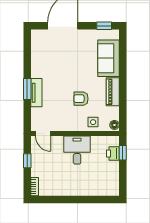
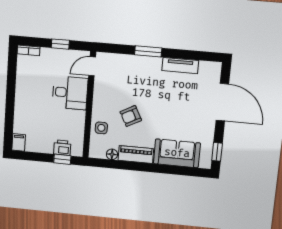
tv unit: (36, 93) -> (180, 66), moved
armchair: (81, 99) -> (131, 116), turned -118
floor lamp: (114, 125) -> (112, 154), moved
desk: (77, 150) -> (70, 93), moved
filing cabinet: (112, 191) -> (19, 142), added

